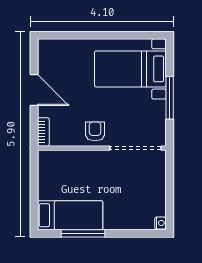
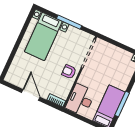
door: (34, 90) -> (31, 95), hinge flipped
desk: (61, 168) -> (80, 100), added

